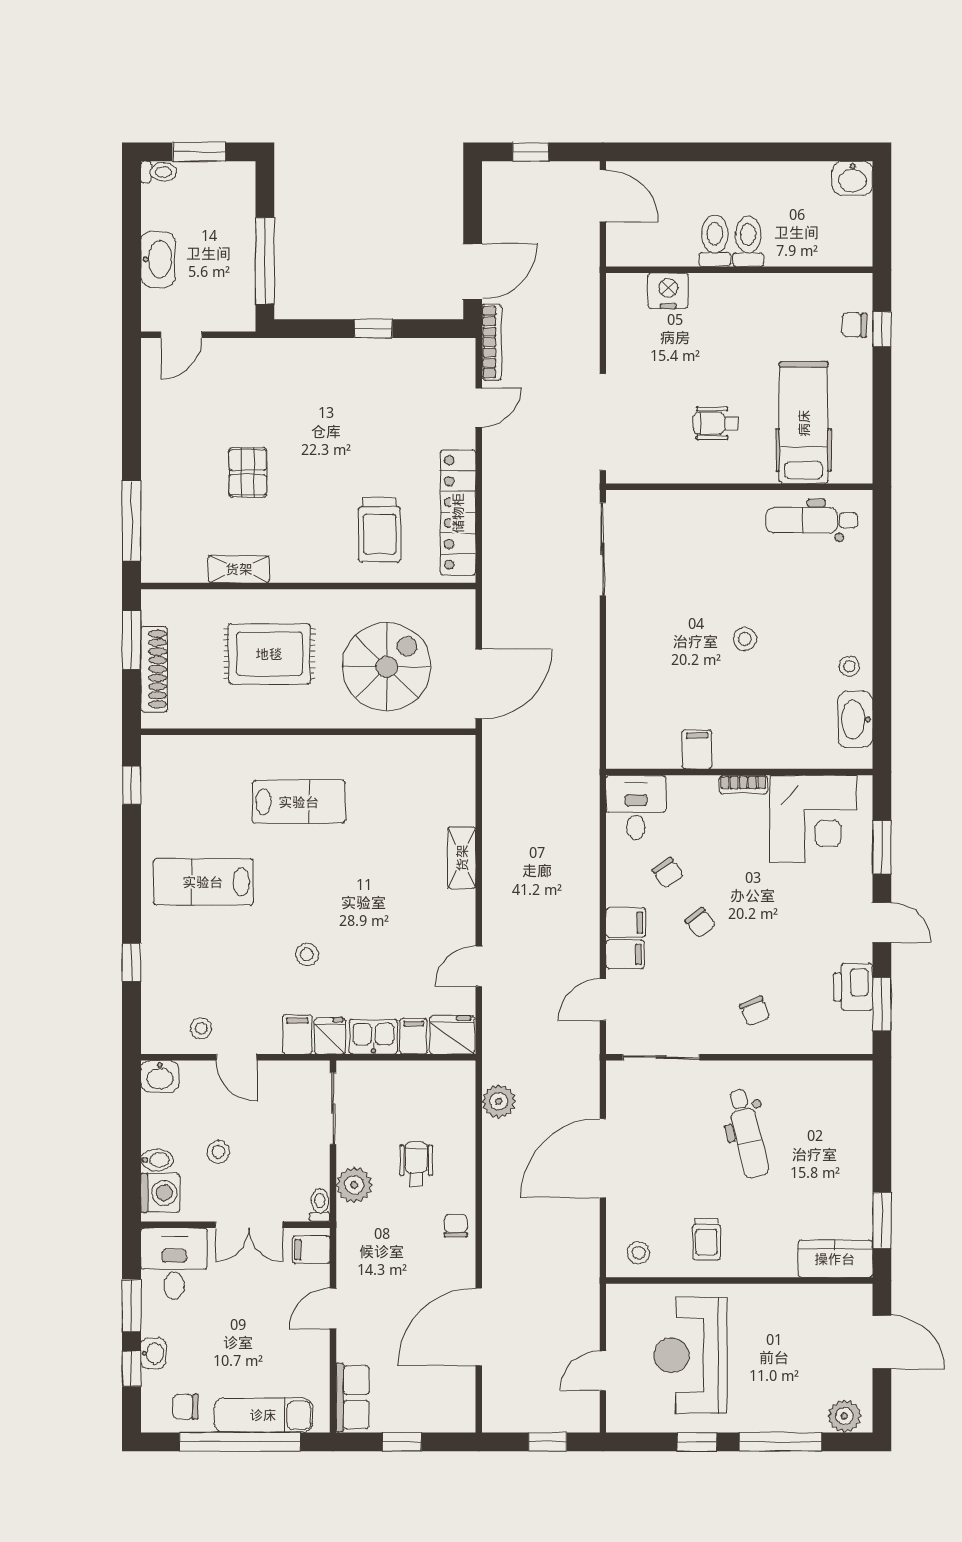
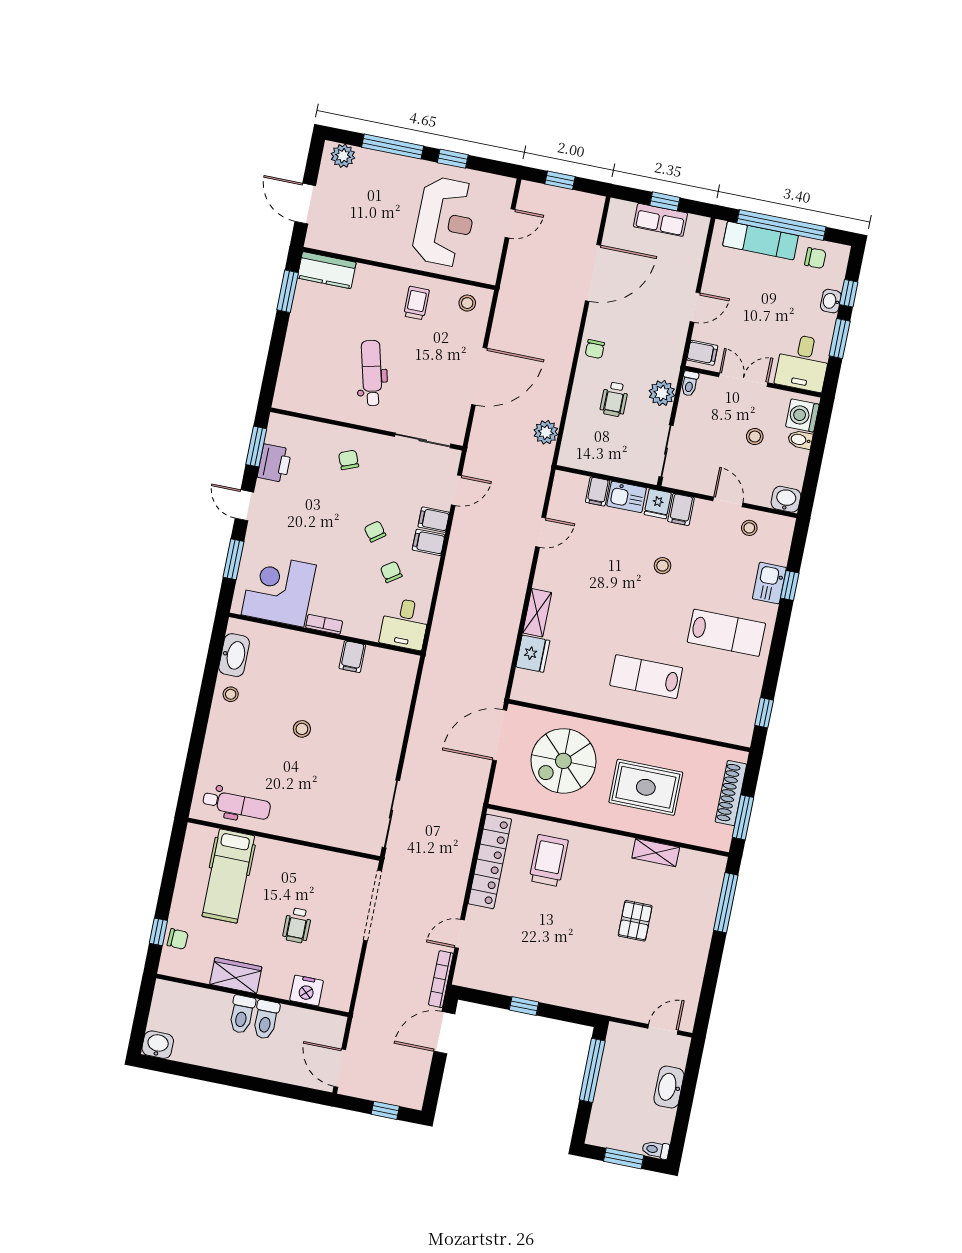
wardrobe: (767, 292) -> (236, 975), added
wheelchair: (716, 423) -> (297, 925), moved, turned 90
kitchen sink: (159, 960) -> (769, 583), added
fridge: (452, 1035) -> (533, 654), moved, turned -90
row of seats: (353, 1397) -> (660, 220), moved, turned -90

